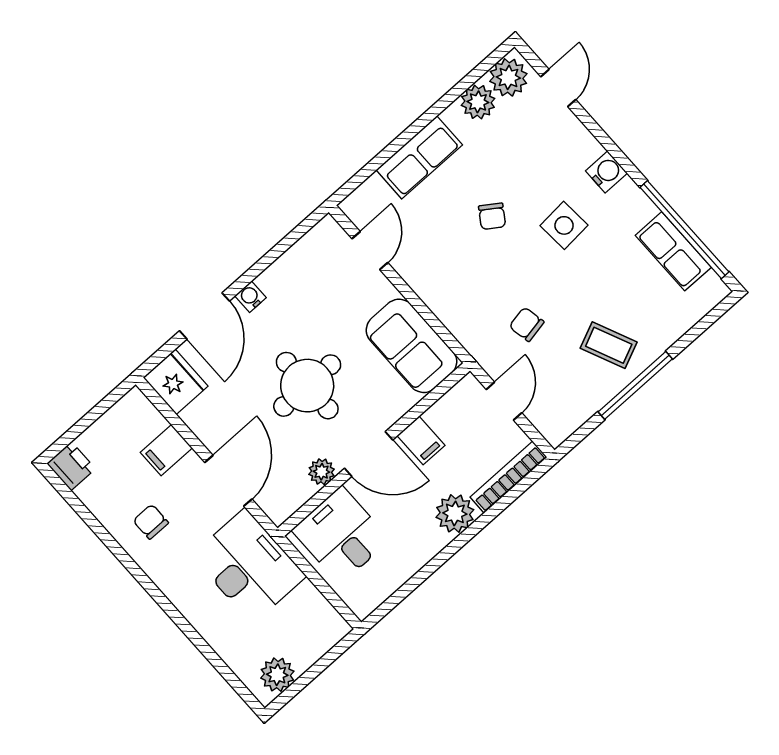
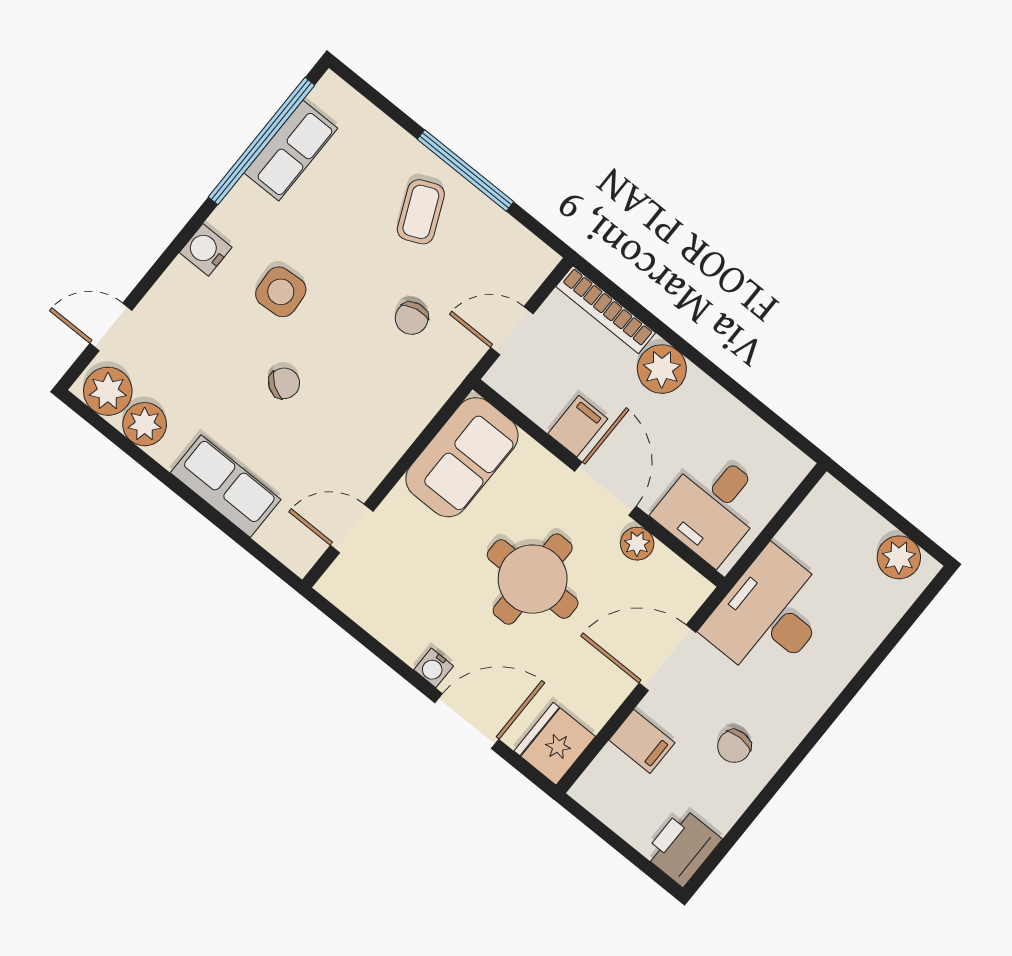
printer: (71, 466) -> (682, 847), width x1.36, depth x1.24

